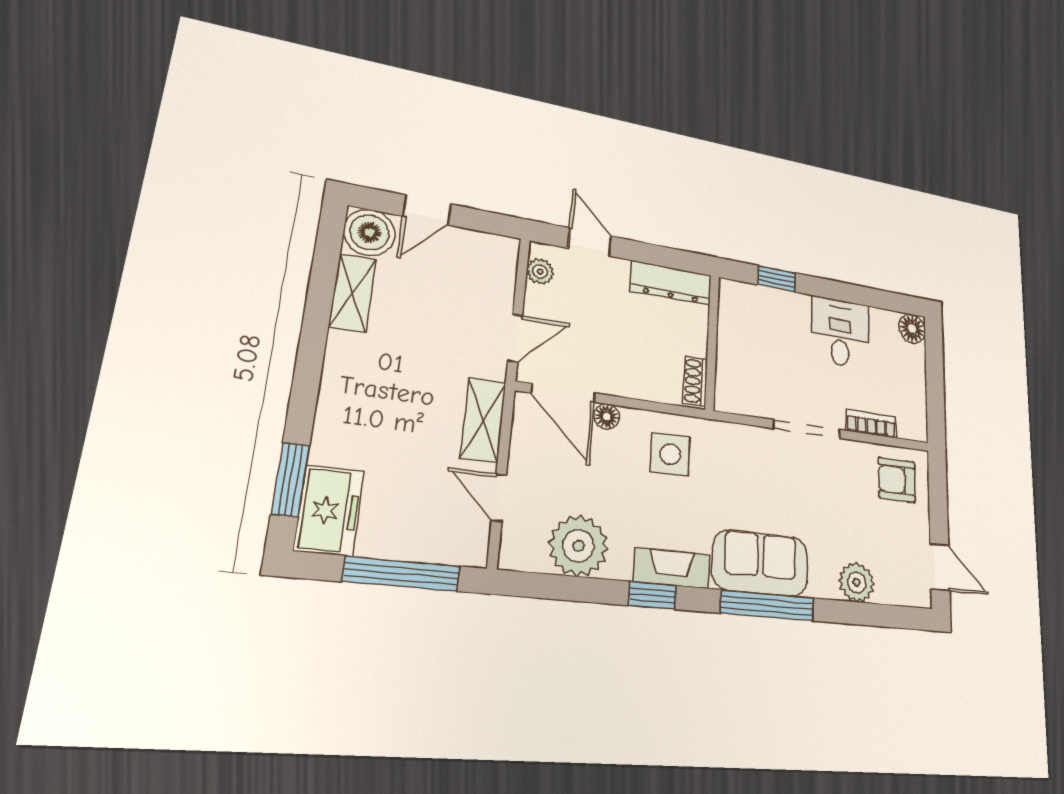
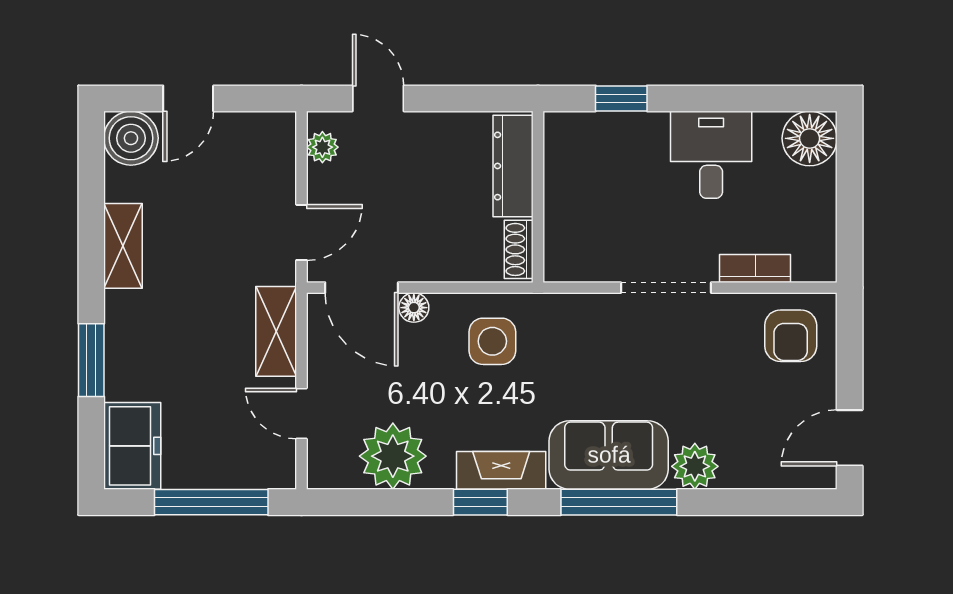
dresser: (671, 283) -> (513, 166), moved, turned 90
shelving: (353, 293) -> (123, 246), moved
floor lamp: (912, 329) -> (810, 138), width x1.38, depth x1.38
window: (290, 480) -> (91, 360), moved
armchair: (897, 480) -> (791, 336), turned -90
door: (940, 567) -> (850, 438), swing flipped
plant: (857, 582) -> (695, 466), moved

